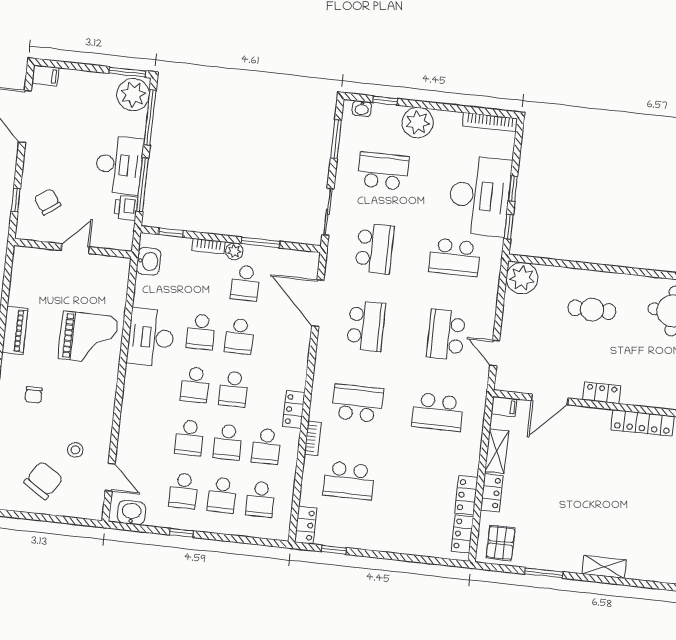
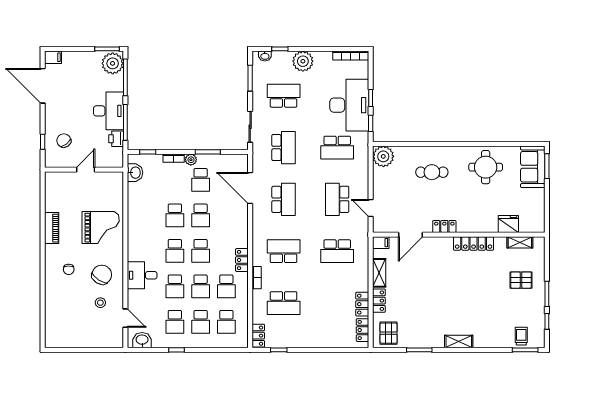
desk: (151, 337) -> (142, 275), moved, width x0.73
chair: (43, 480) -> (102, 275), moved

